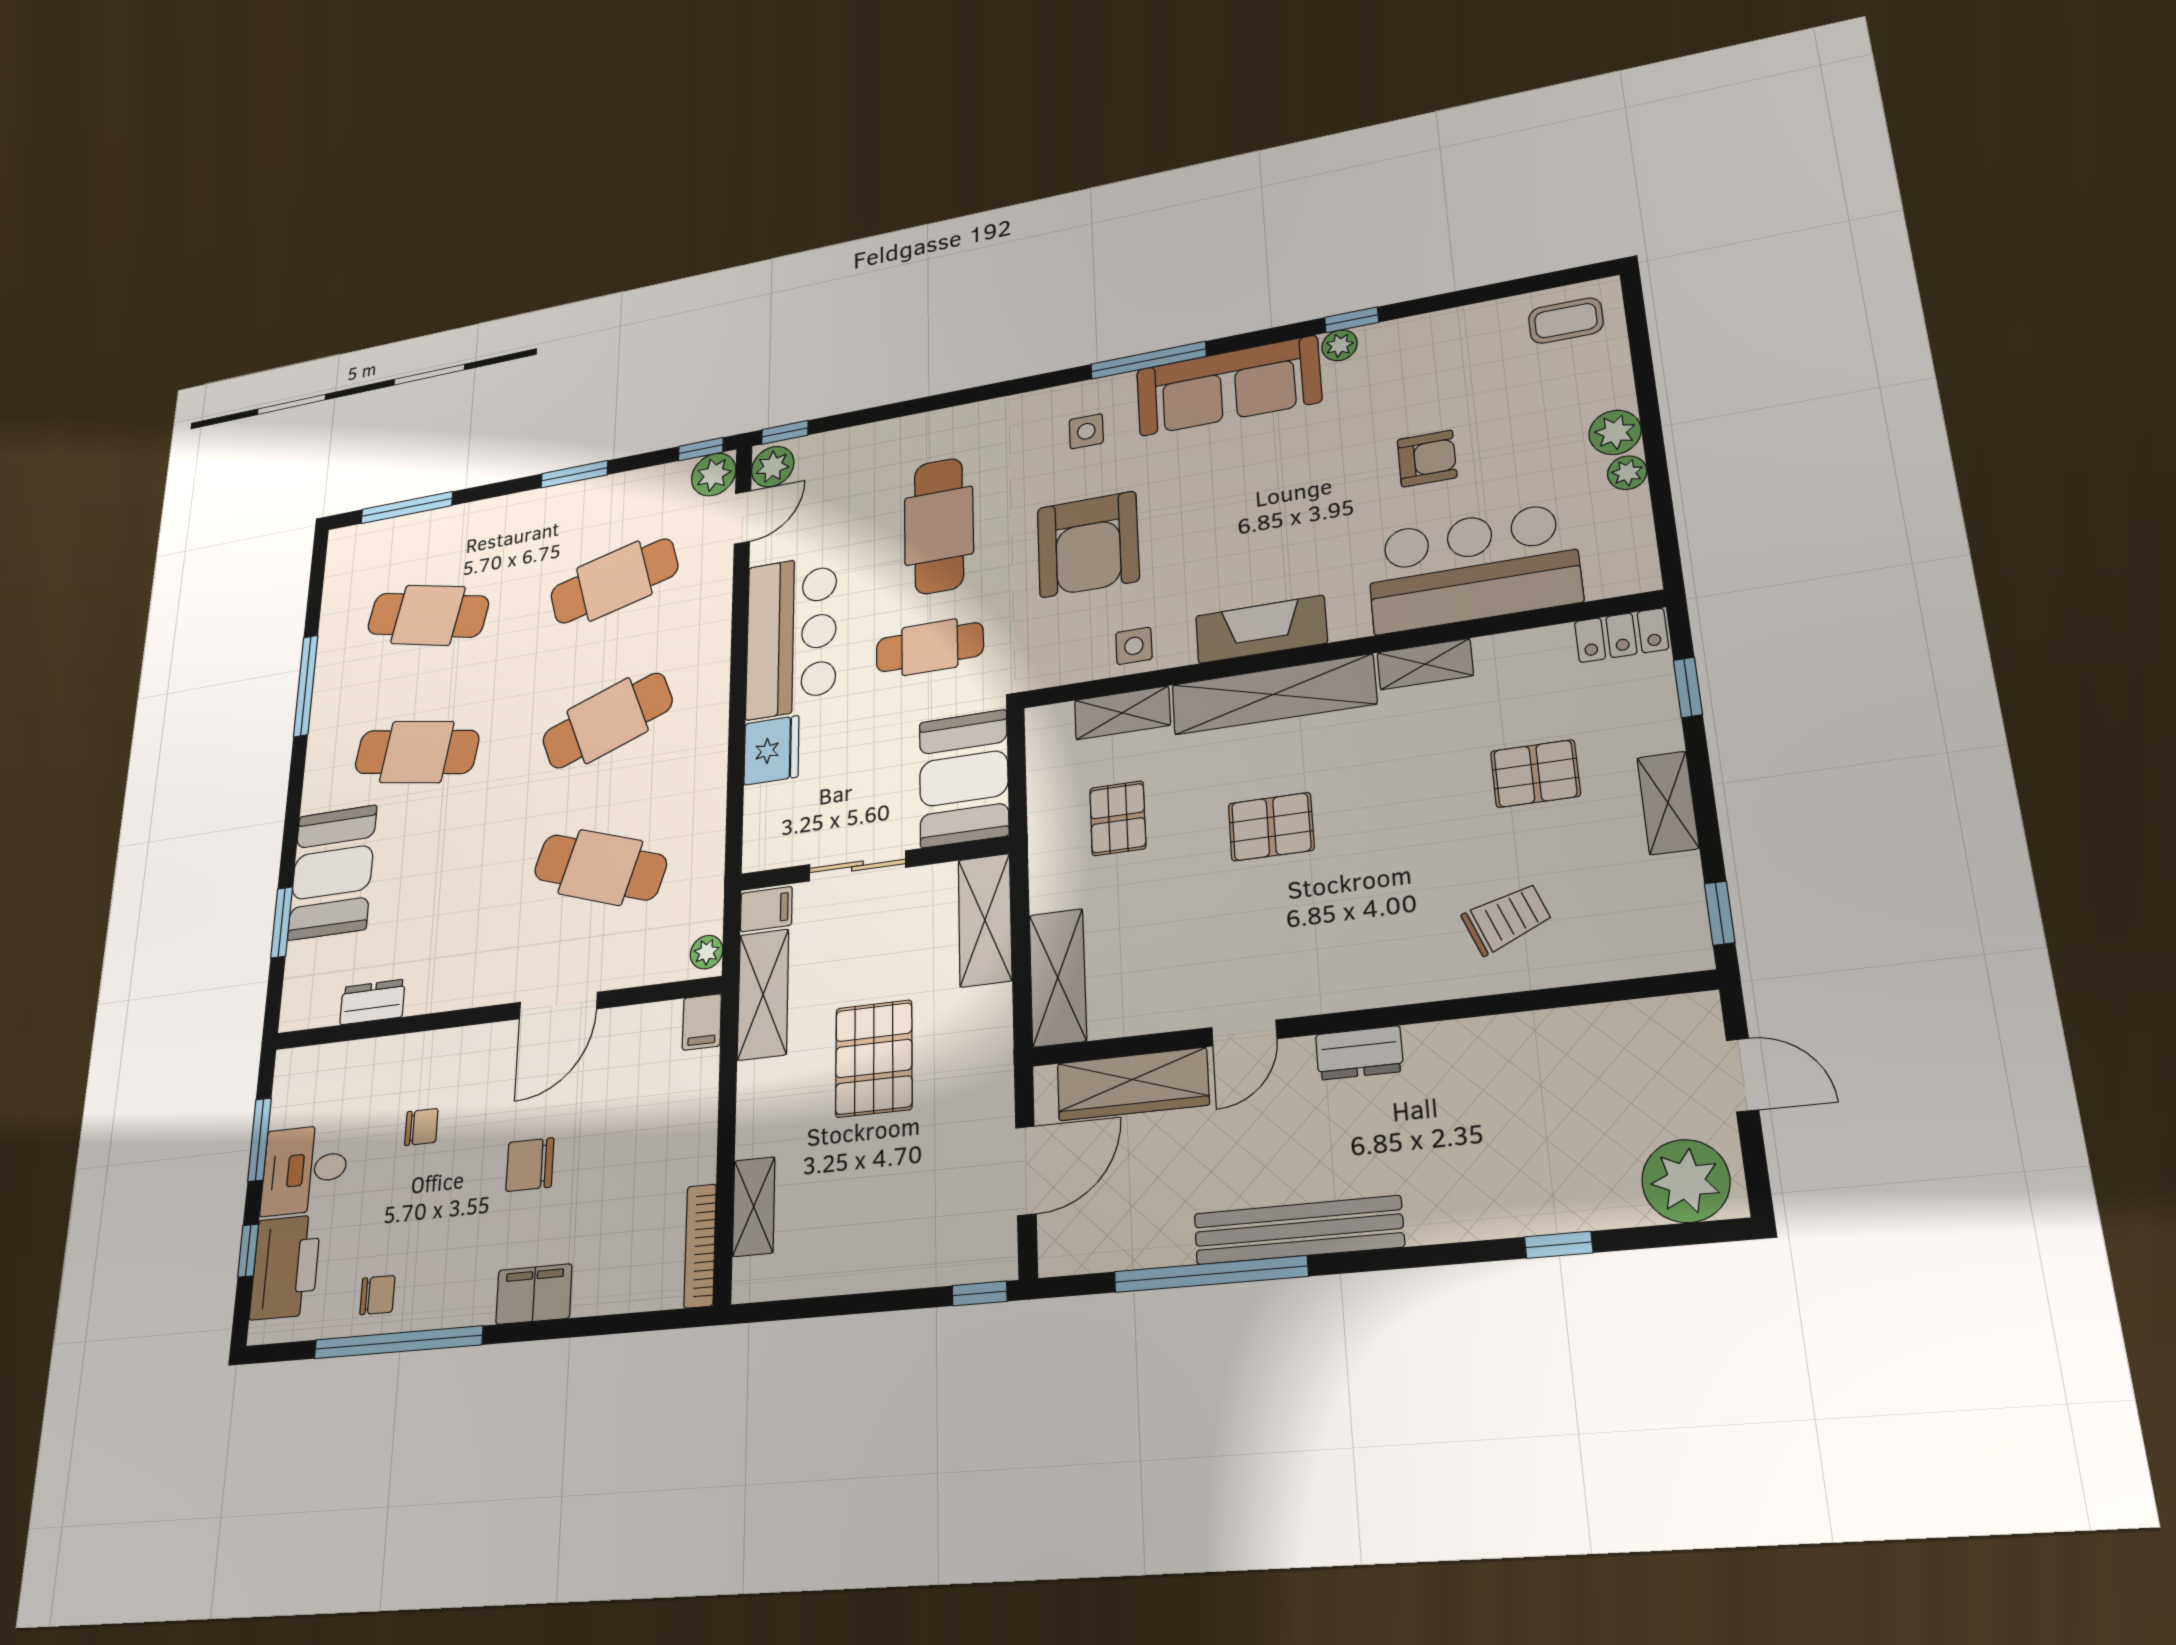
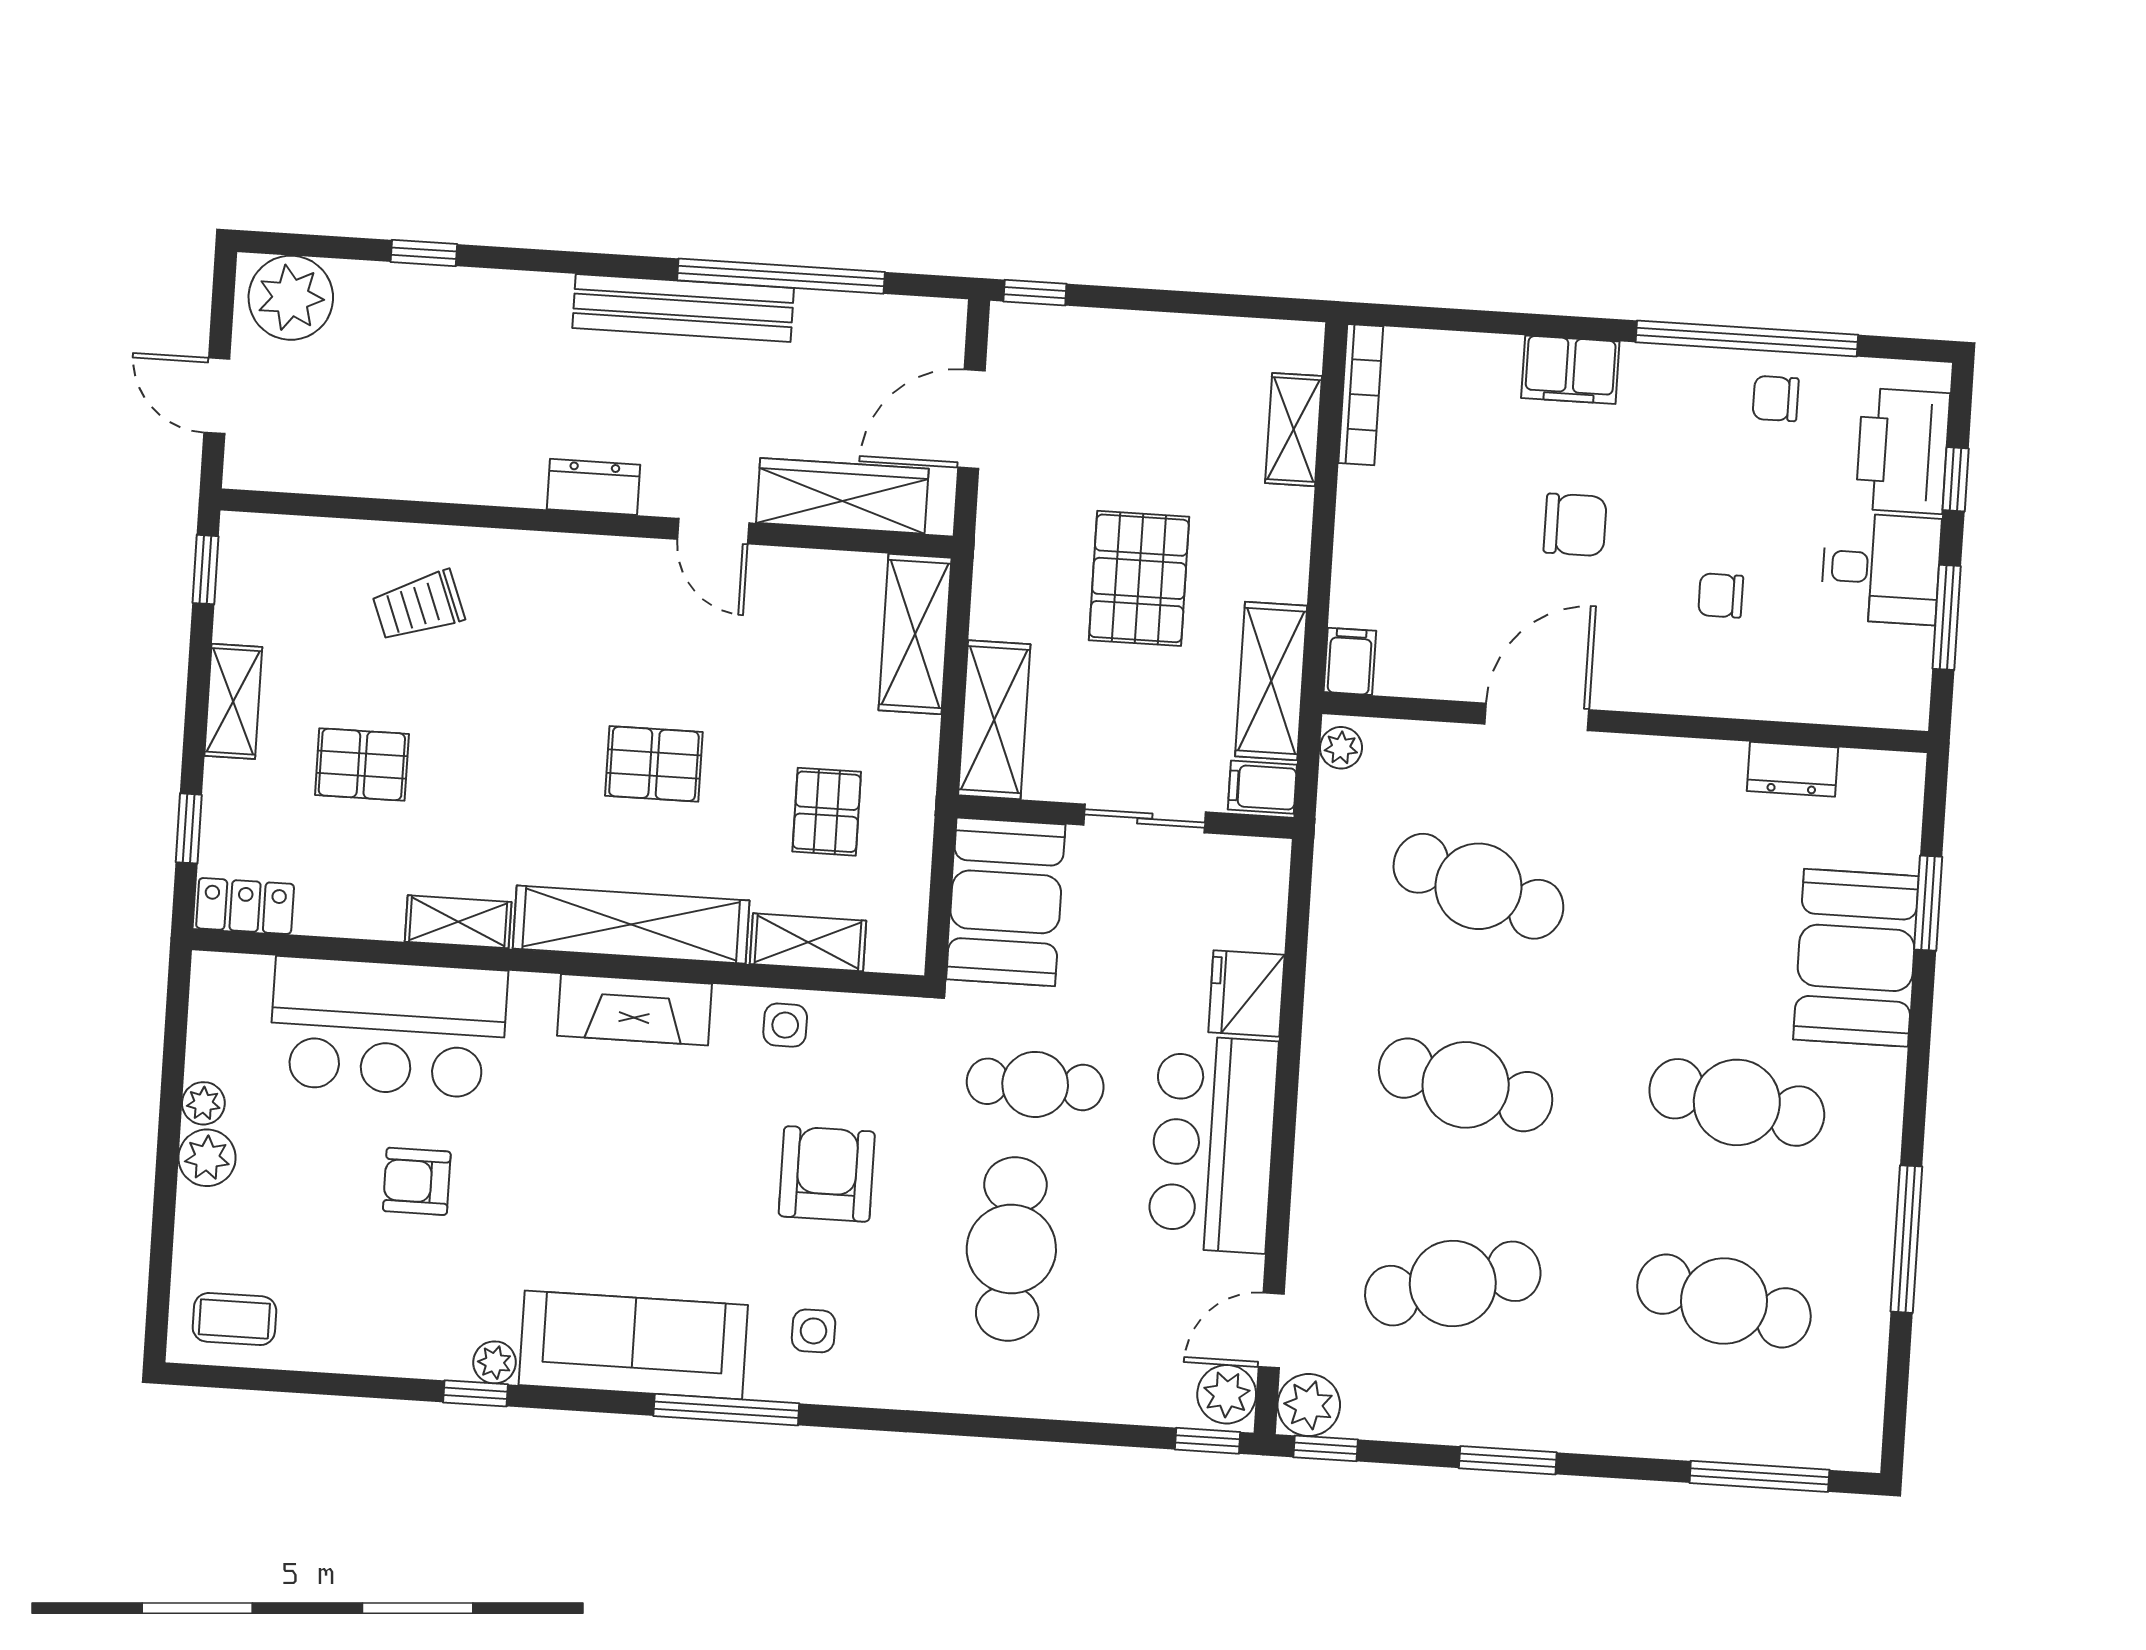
armchair: (1088, 544) -> (827, 1174), width x0.73, depth x0.73
cafe table: (607, 721) -> (1466, 1085), turned 33
door: (1244, 1033) -> (713, 531), swing flipped

